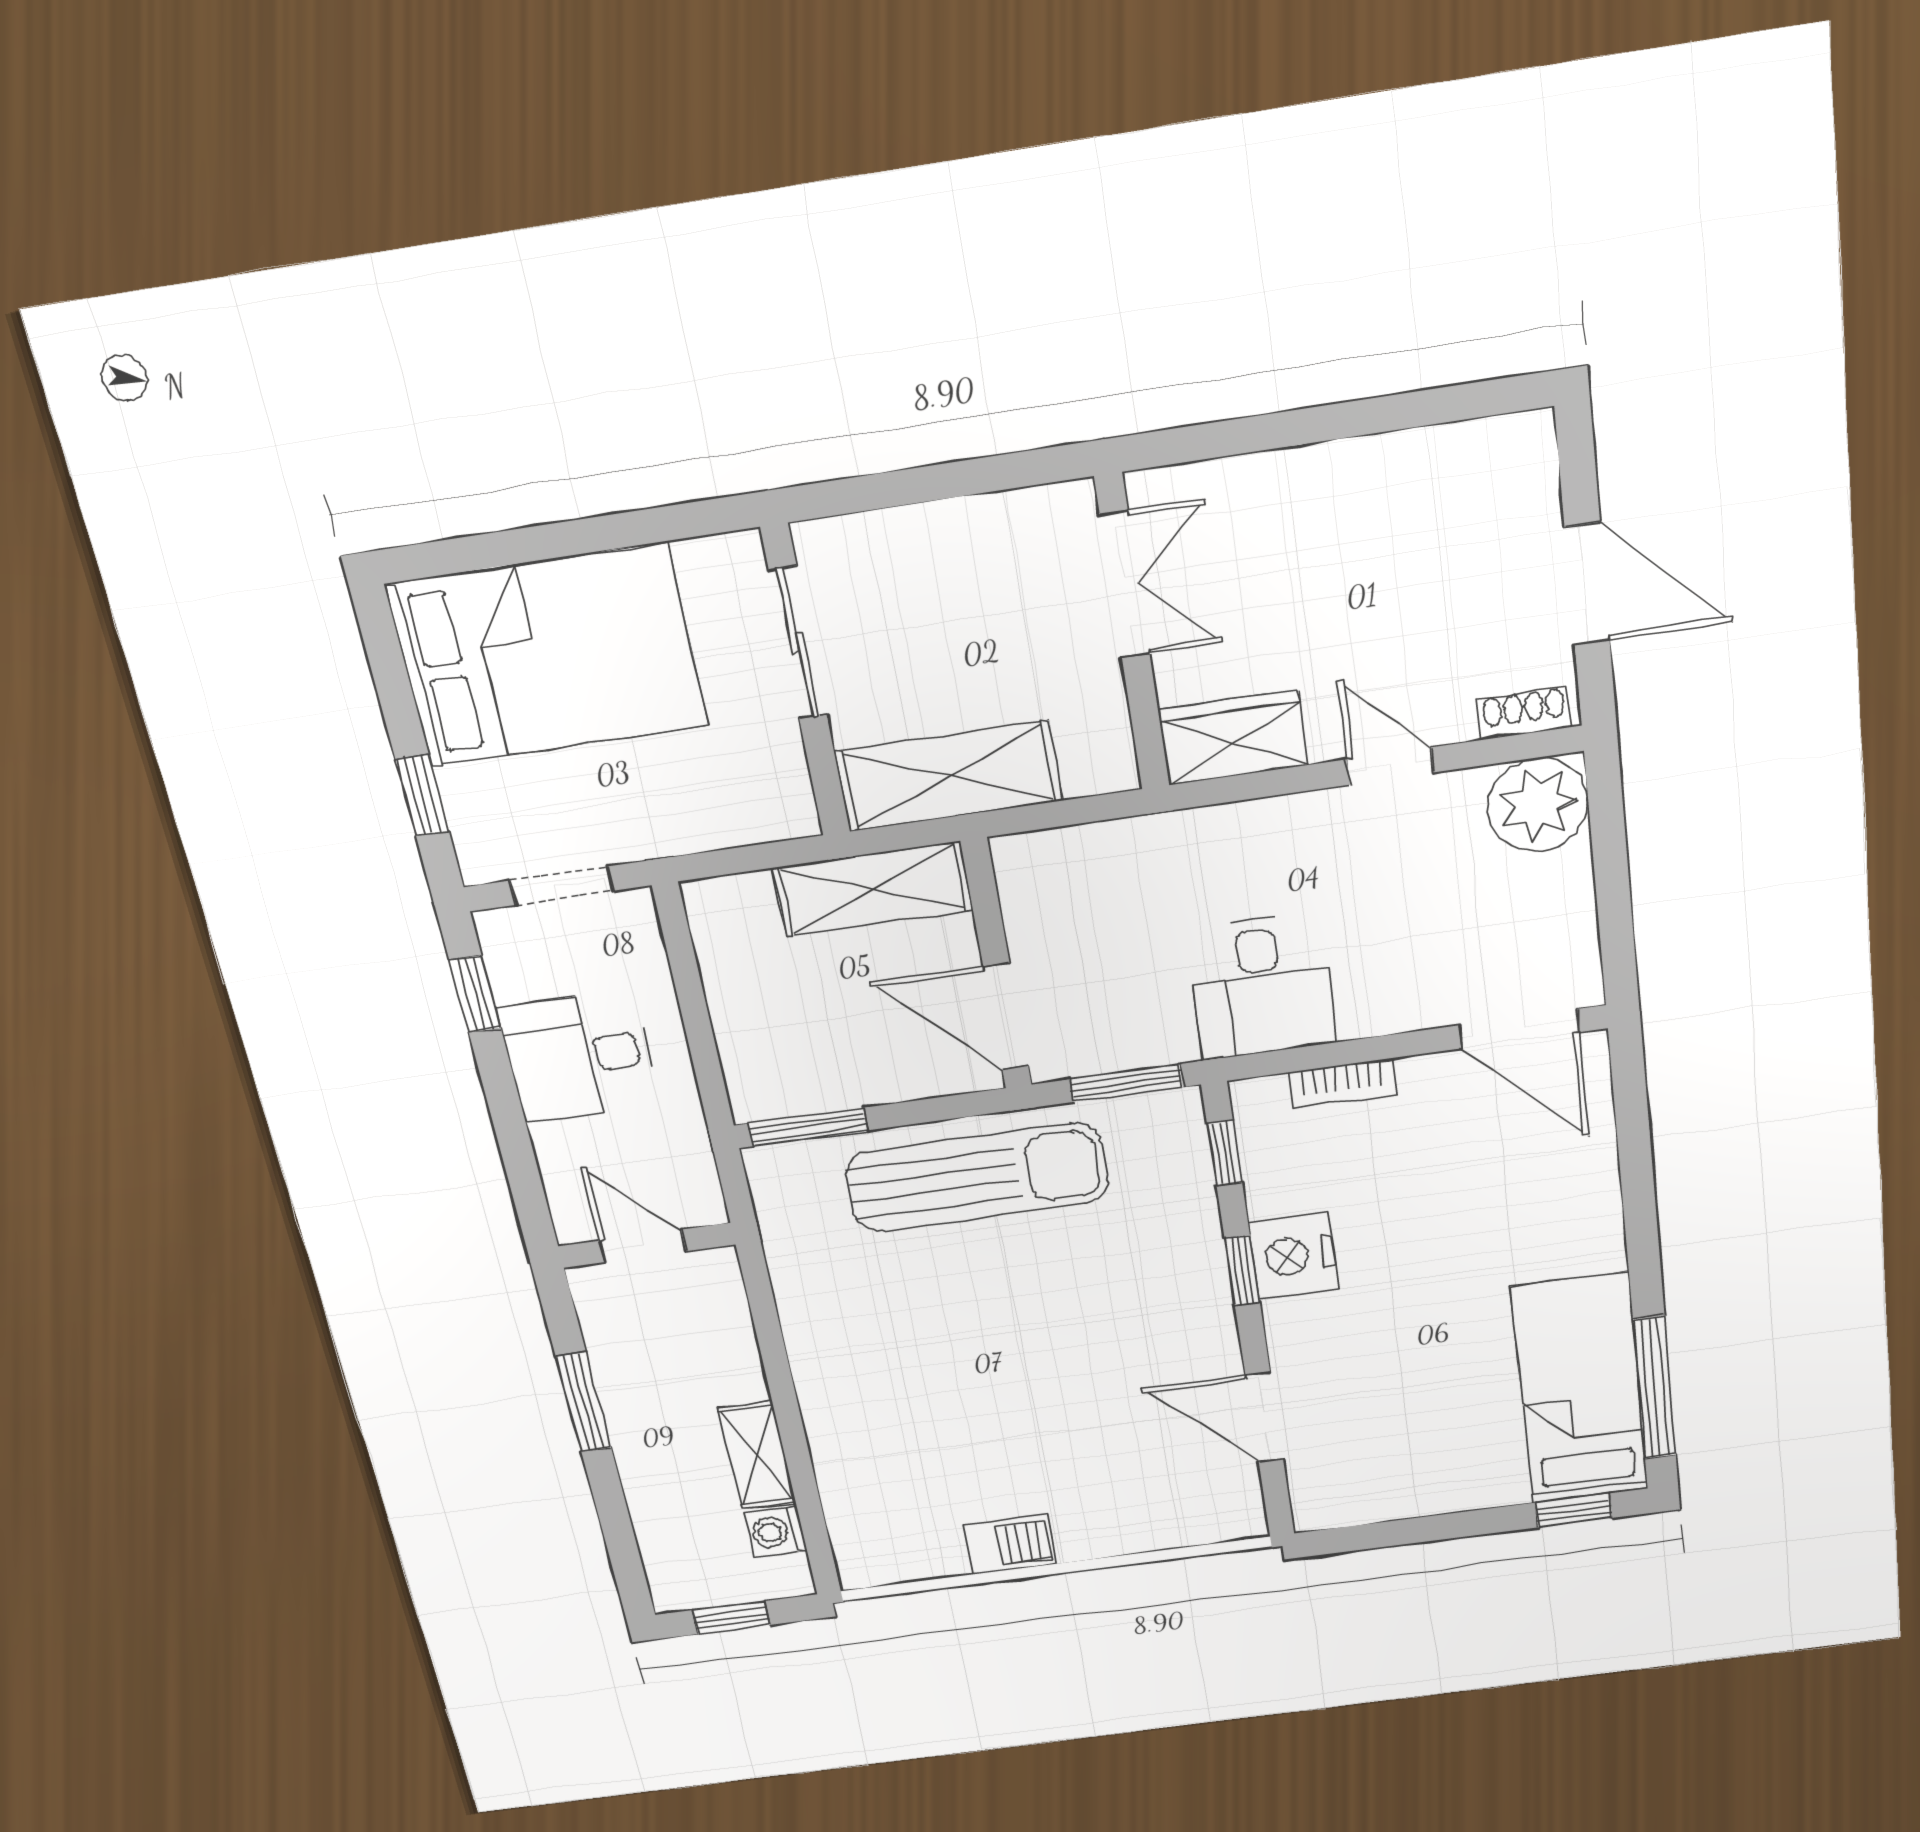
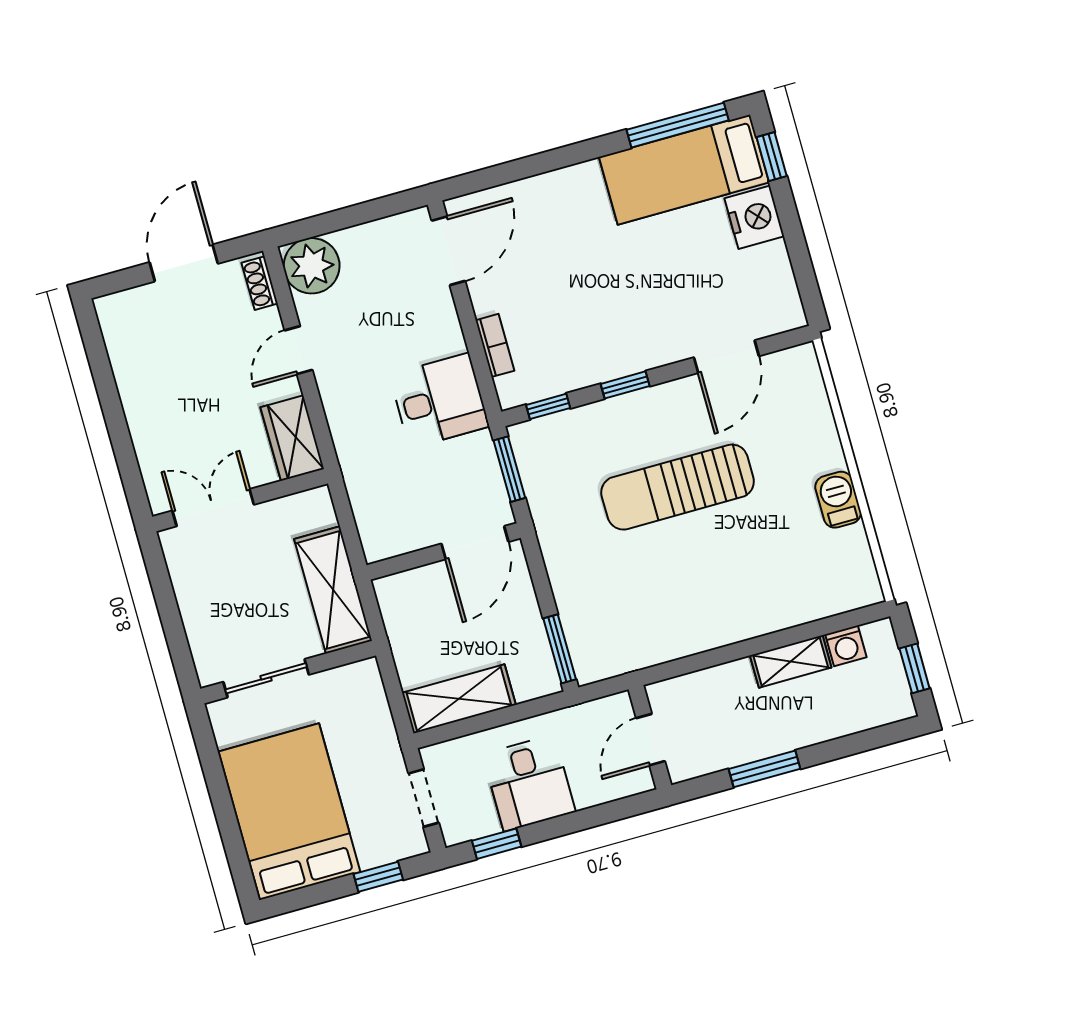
shelving: (873, 889) -> (459, 699), moved, turned 90
sun lounger: (977, 1177) -> (678, 487), moved, turned -90
nightstand: (1293, 1256) -> (754, 217), moved, turned -90

